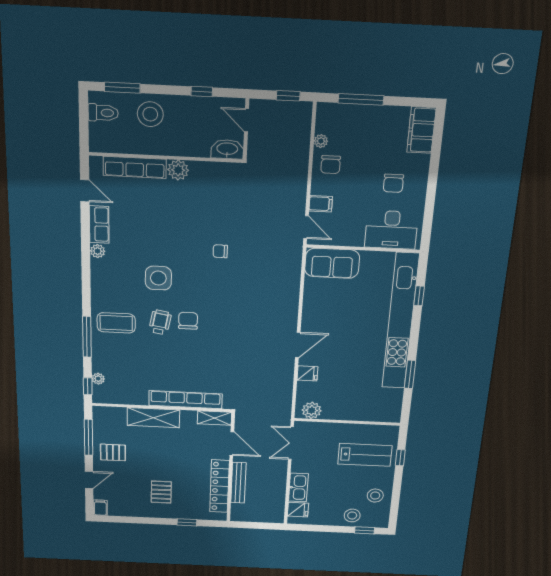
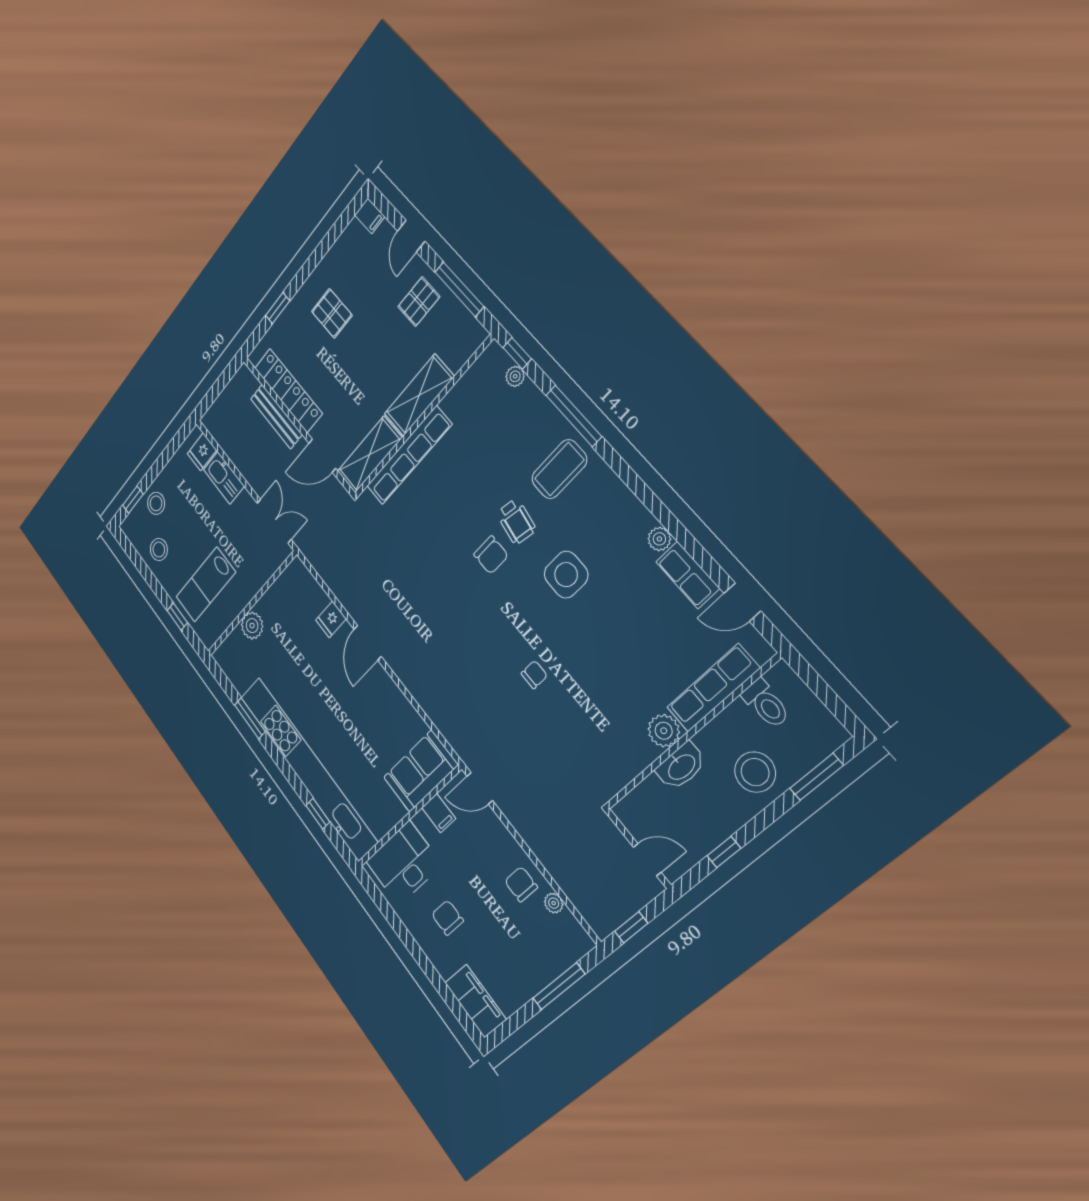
toilet: (103, 113) -> (766, 704), moved, turned -90
washbasin: (227, 149) -> (681, 766), moved
filing cabinet: (321, 204) -> (439, 813), moved, turned -90
plant: (312, 410) -> (252, 626), moved
shelving: (214, 418) -> (369, 455), width x1.50, depth x1.33

